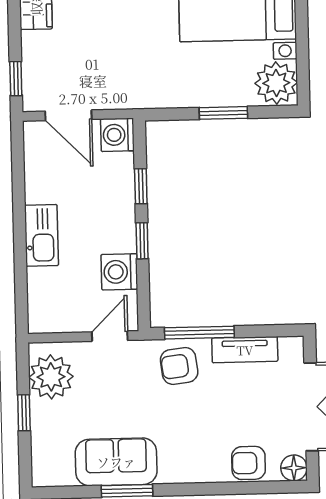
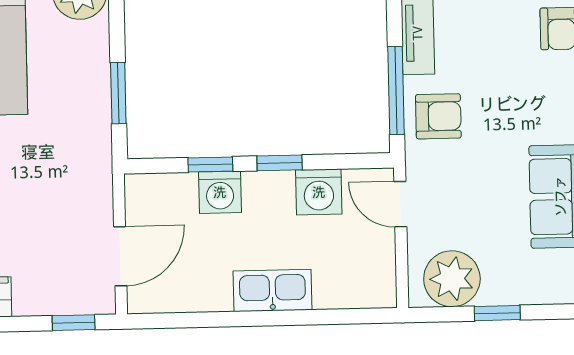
window: (223, 113) -> (118, 93), moved
washing machine: (117, 135) -> (220, 192), moved
armchair: (179, 366) -> (438, 116), turned -83

